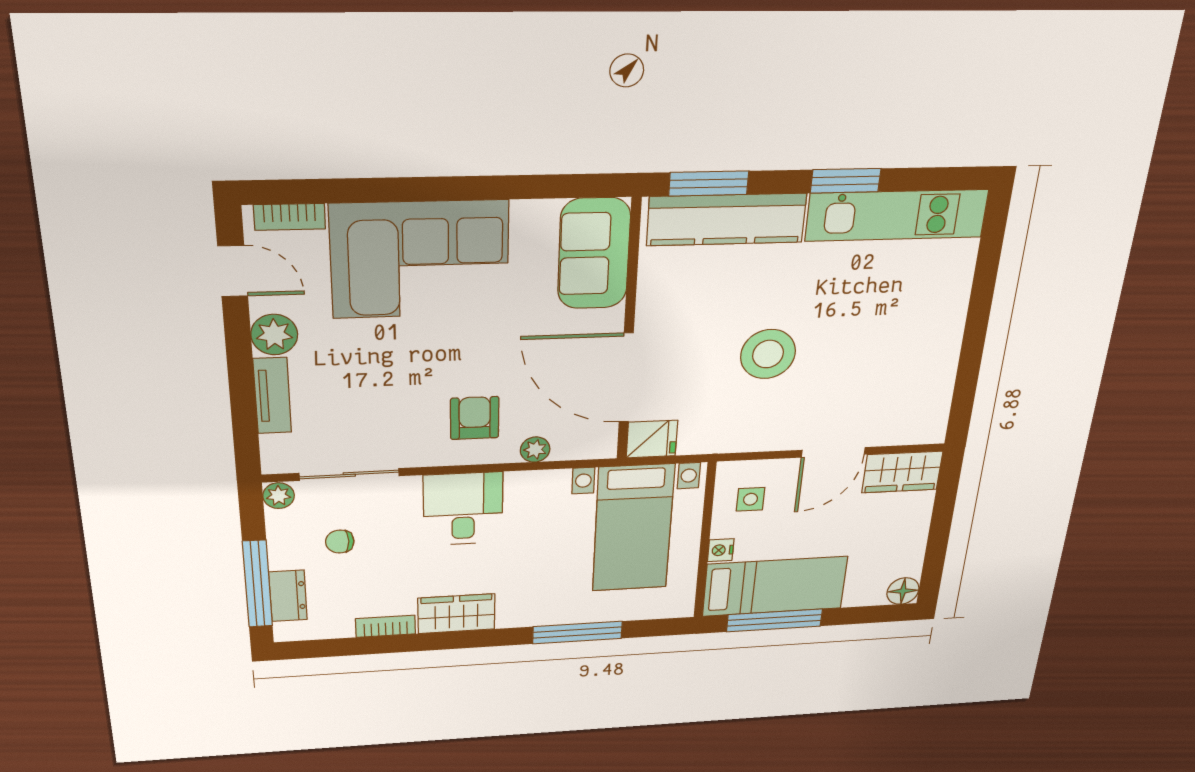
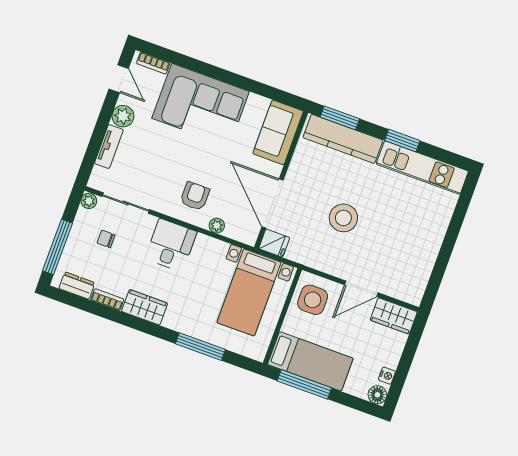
side table: (751, 499) -> (313, 300), width x1.87, depth x1.87
nightstand: (721, 550) -> (387, 376), moved, turned 180
dresser: (288, 596) -> (77, 286), moved, turned -90

